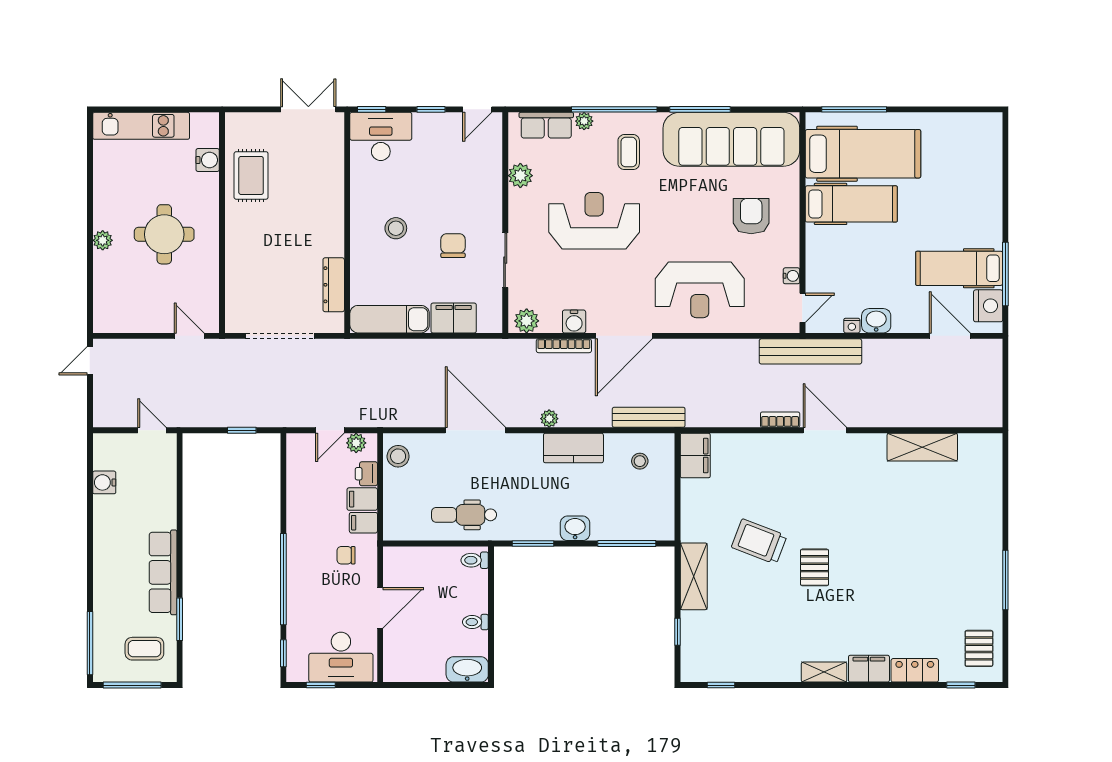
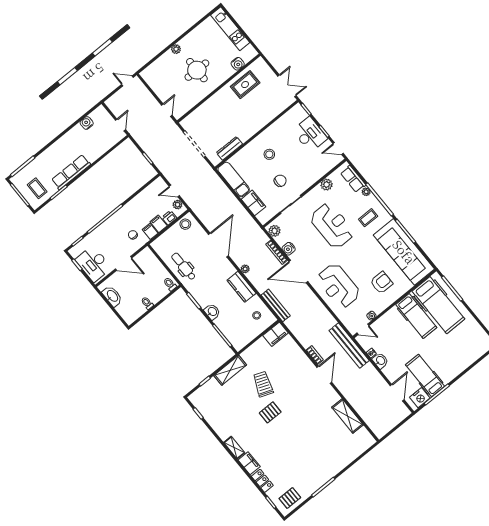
desk: (381, 136) -> (310, 134), moved
washbasin: (467, 669) -> (112, 296), moved

